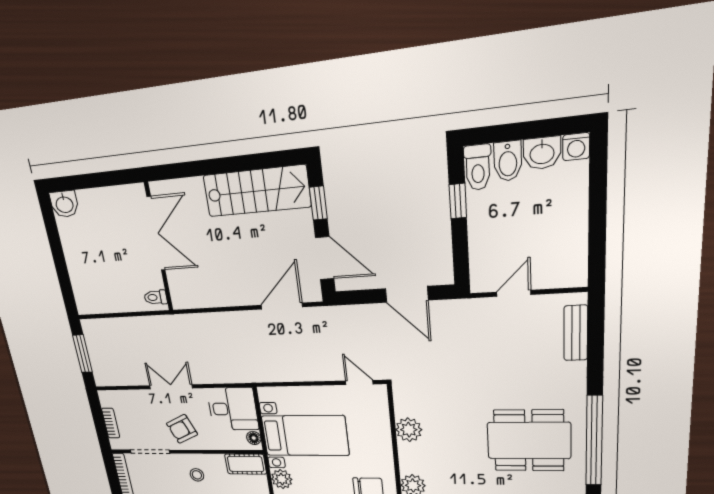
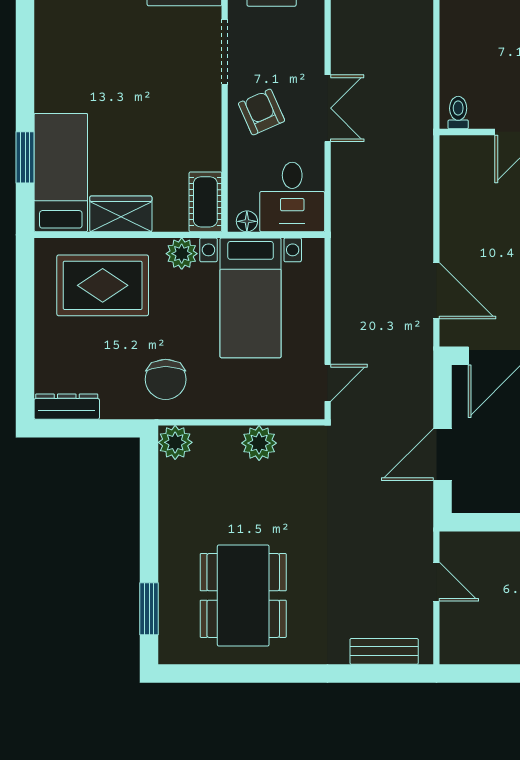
window: (594, 441) -> (243, 673), removed
stool: (197, 475) -> (186, 121), removed

